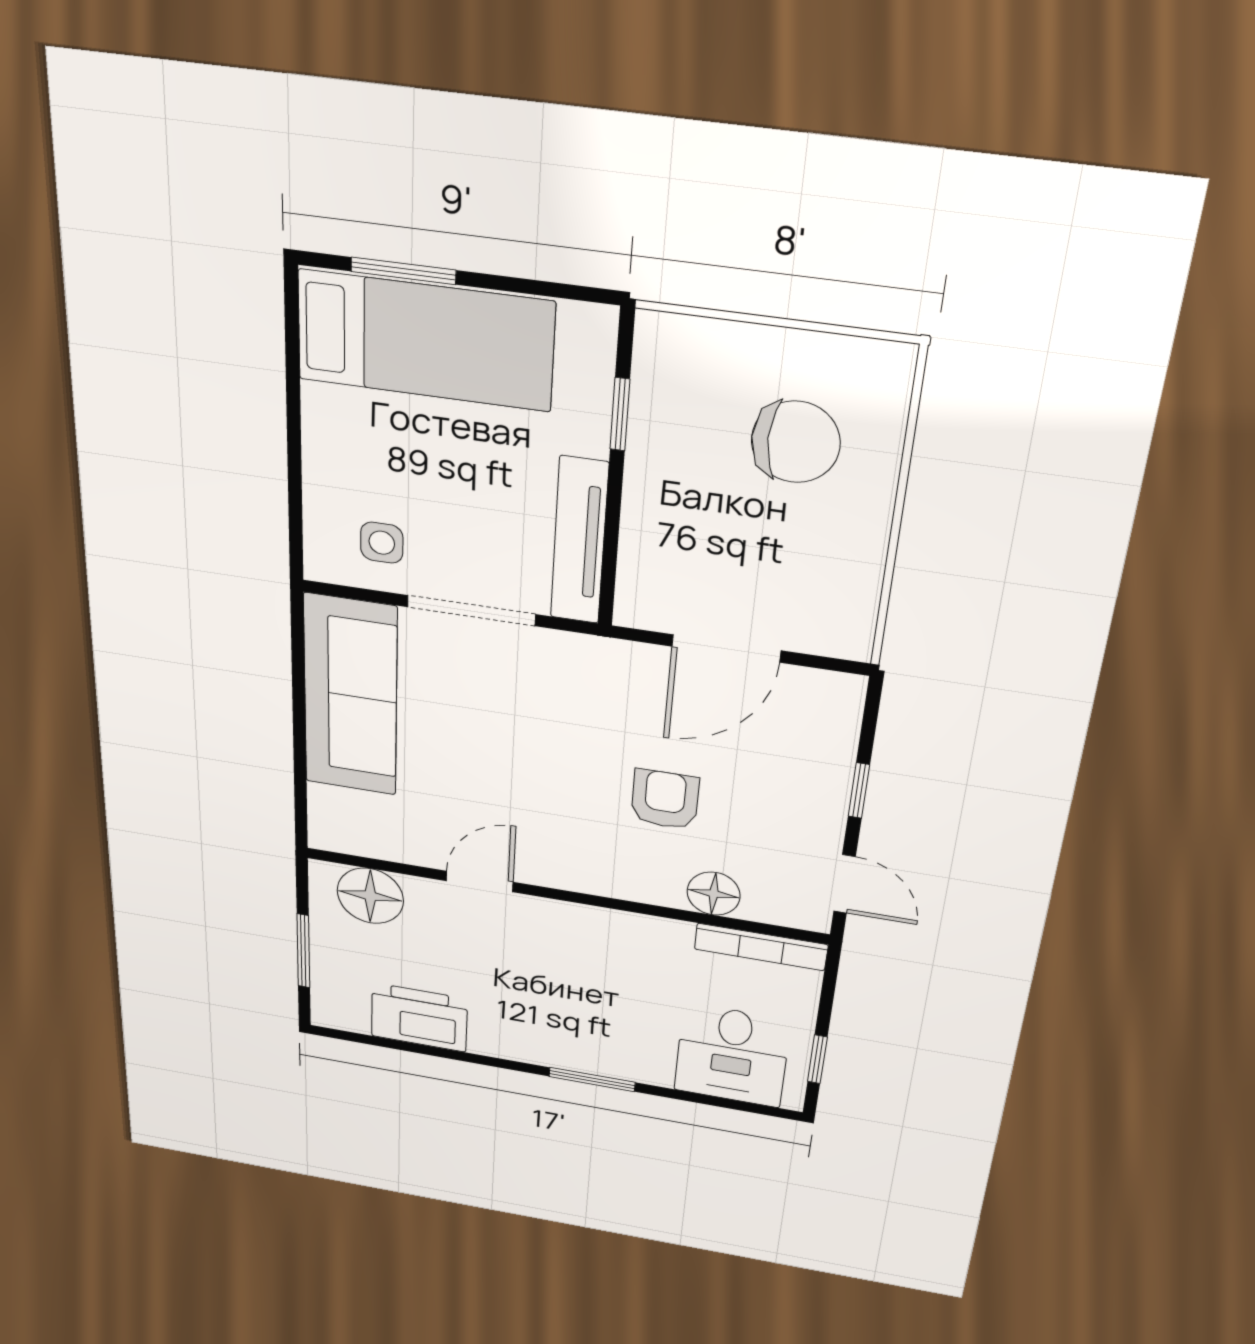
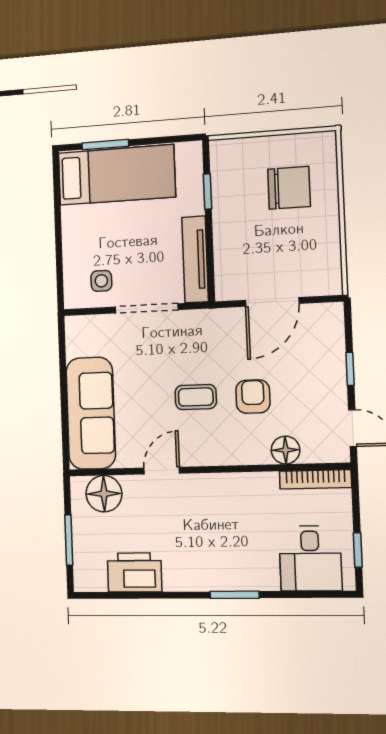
sofa: (350, 696) -> (91, 413), moved
coffee table: (555, 779) -> (196, 397), added

